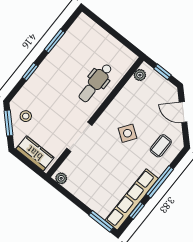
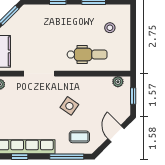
dental chair: (96, 83) -> (87, 54), turned 180
stool: (26, 116) -> (110, 28), moved
window: (160, 182) -> (67, 157), moved

